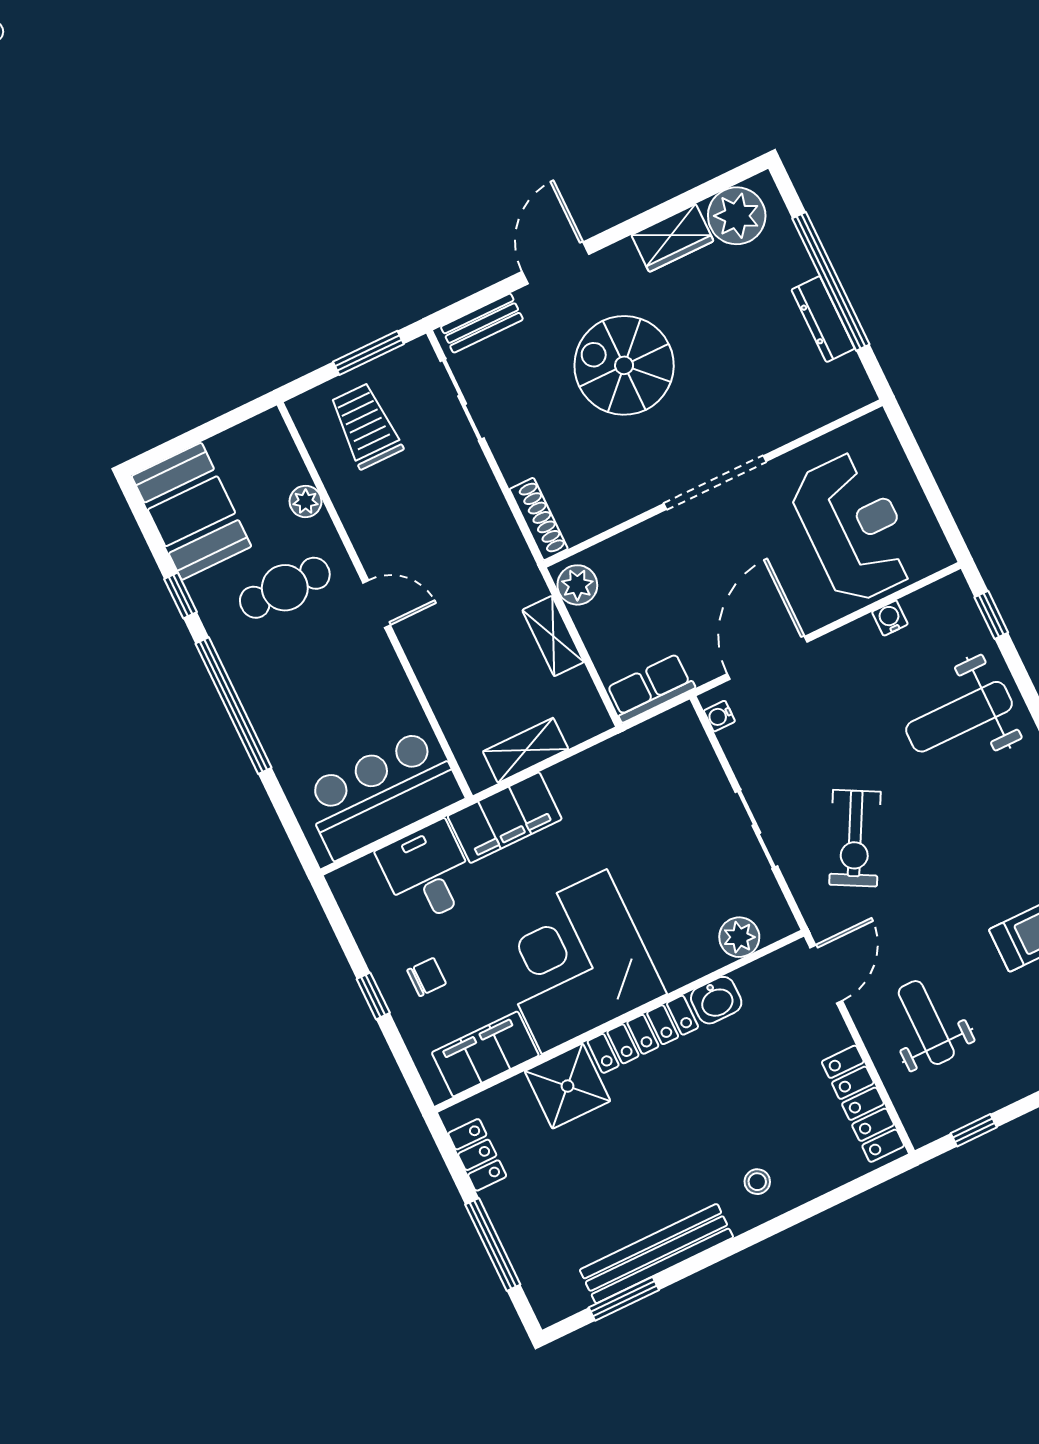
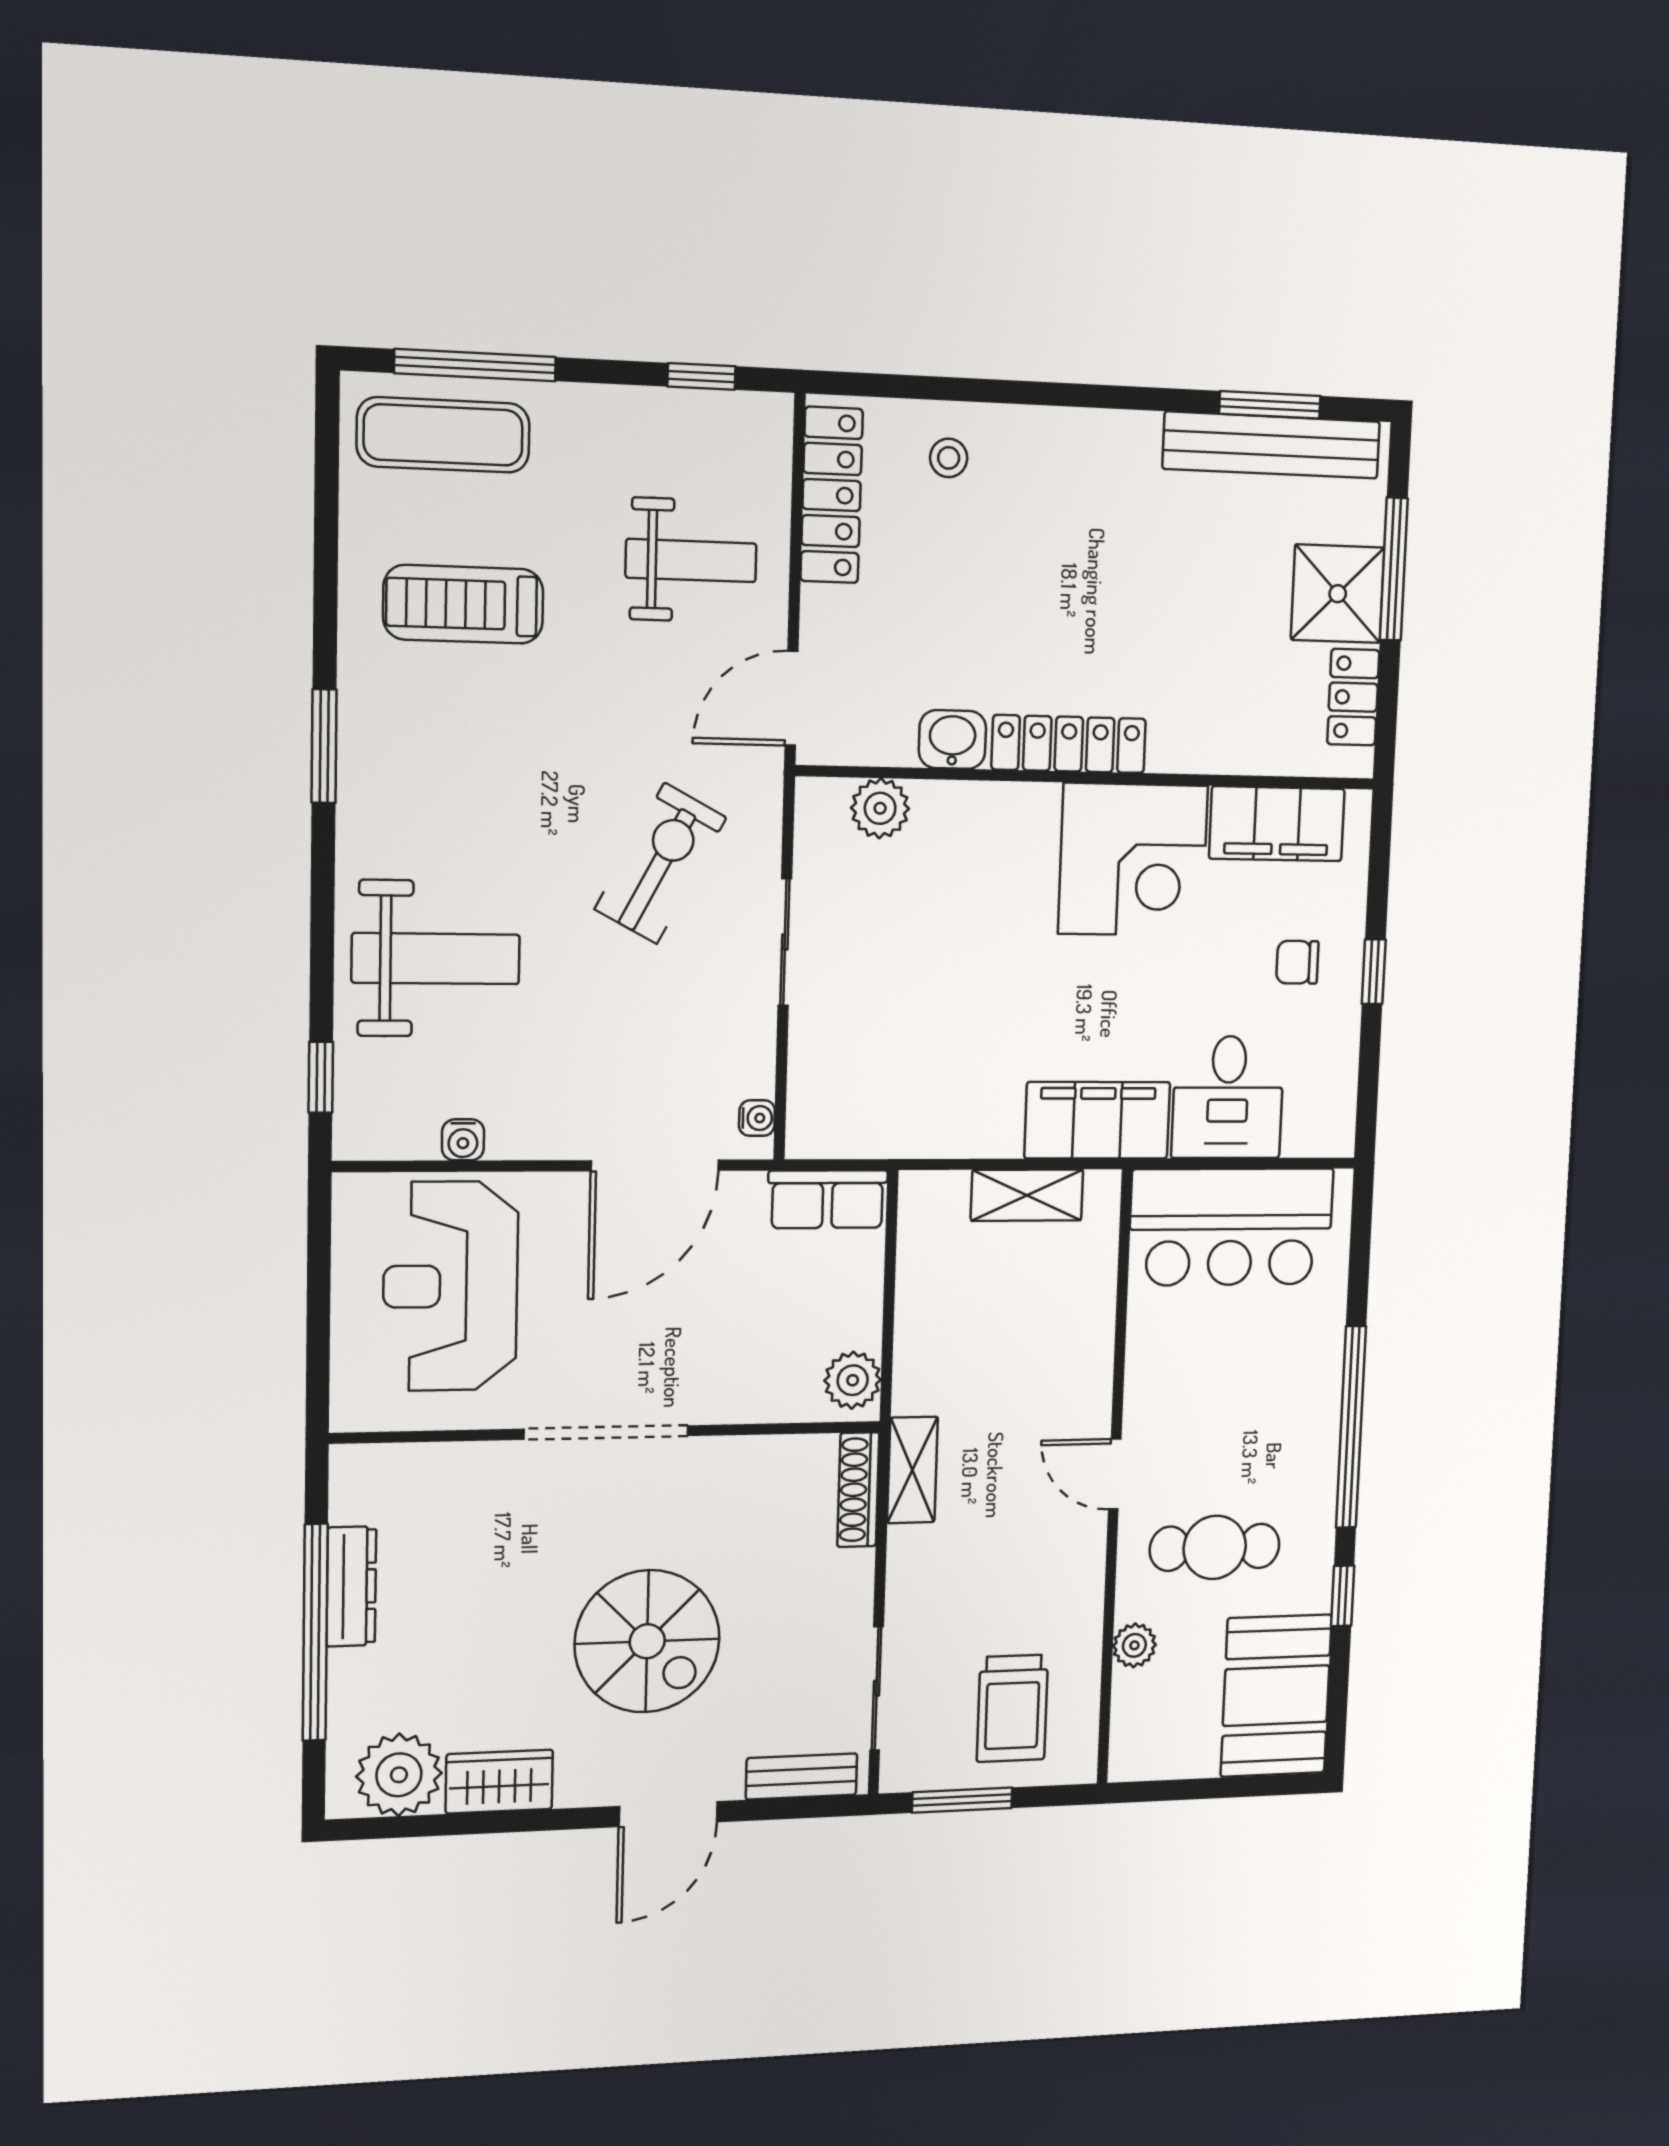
shelving: (553, 636) -> (912, 1470), moved
corner desk: (574, 962) -> (1133, 860), width x0.74, depth x0.74
weight bench: (926, 1023) -> (691, 560), turned -90
shower: (567, 1086) -> (1338, 594), moved
stool: (757, 1182) -> (949, 458), moved
bench: (656, 1254) -> (1272, 445), moved

